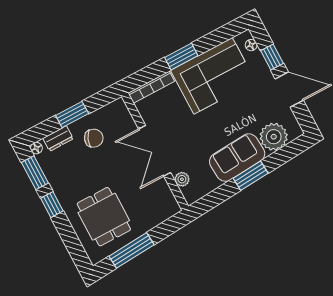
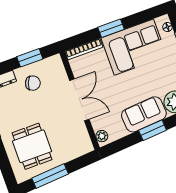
window: (72, 115) -> (30, 58), moved
double door: (155, 151) -> (79, 100), swing flipped
plant: (182, 179) -> (102, 136), moved

